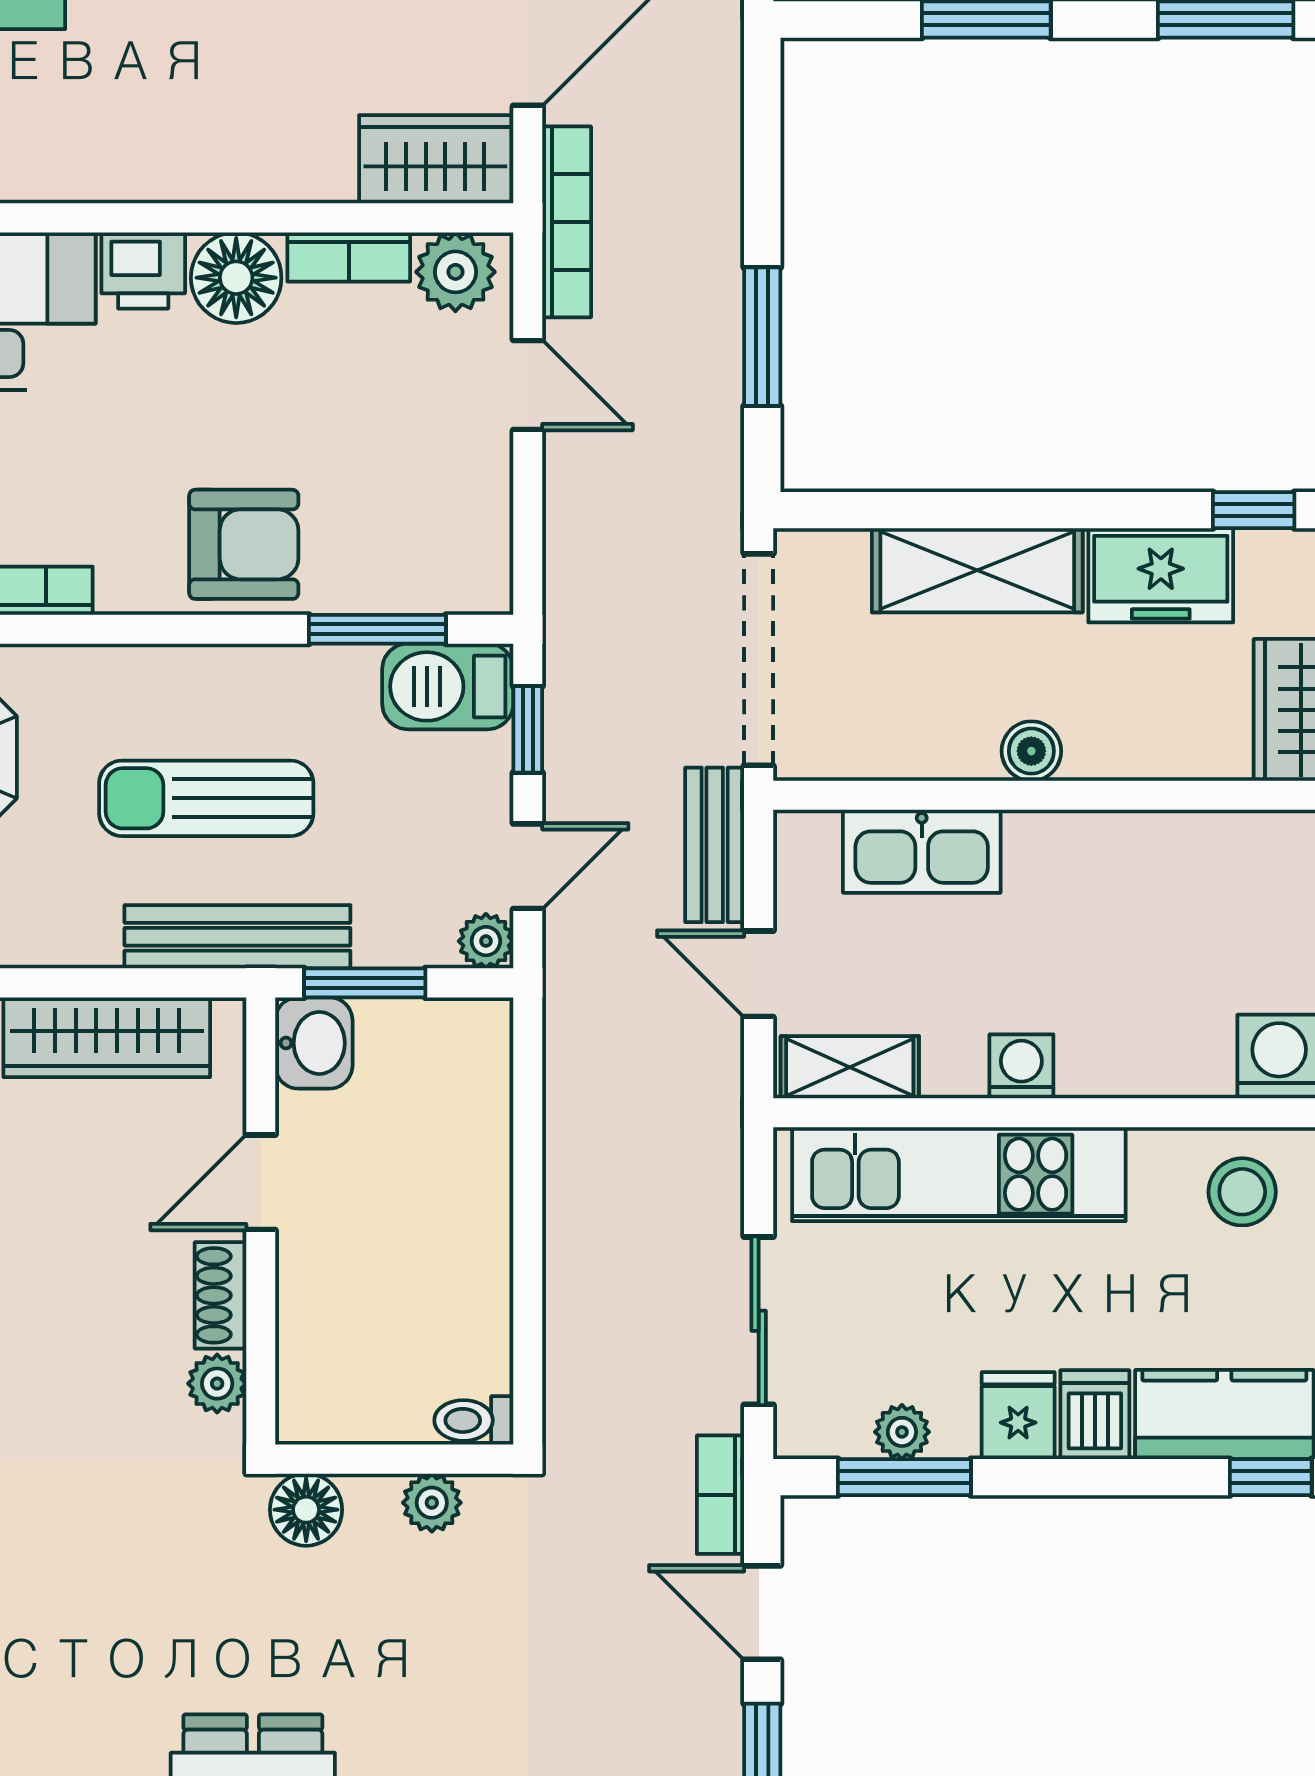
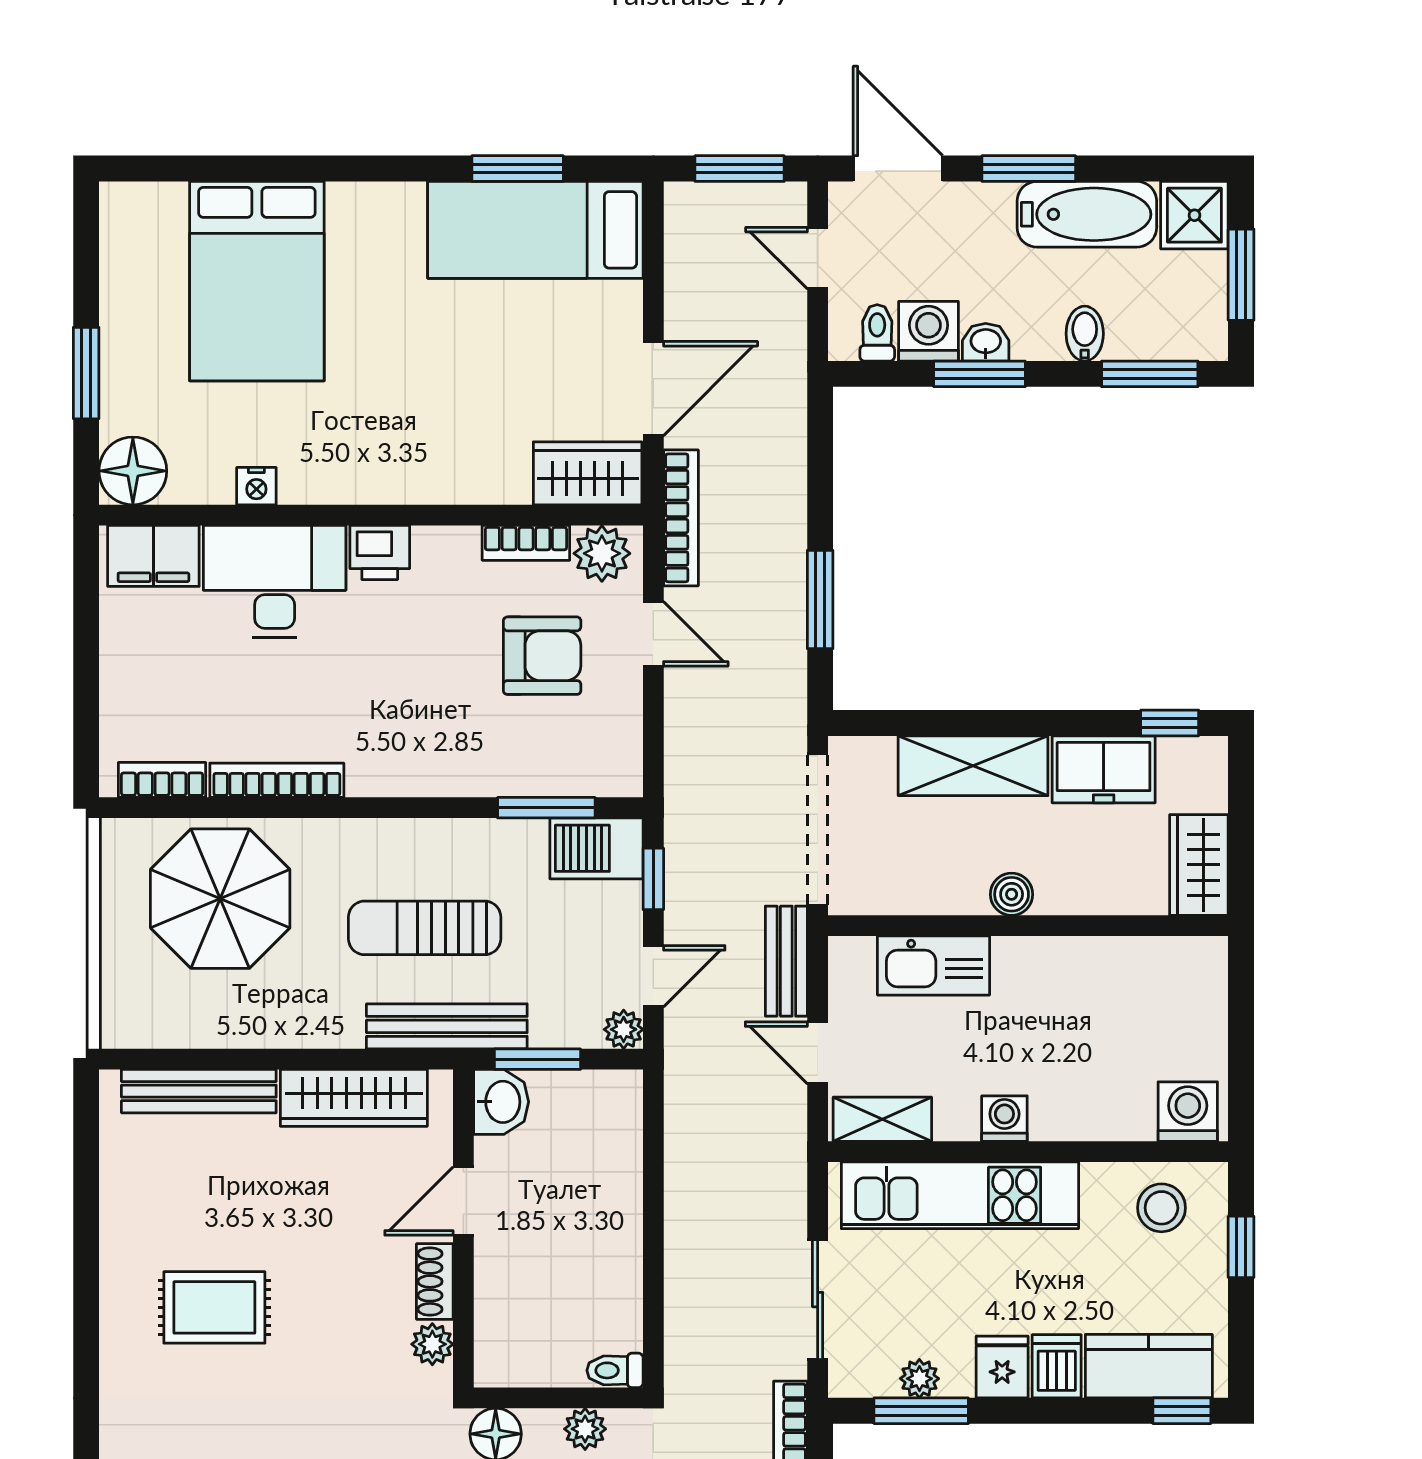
floor lamp: (236, 278) -> (446, 558), removed
armchair: (244, 544) -> (542, 656), moved

